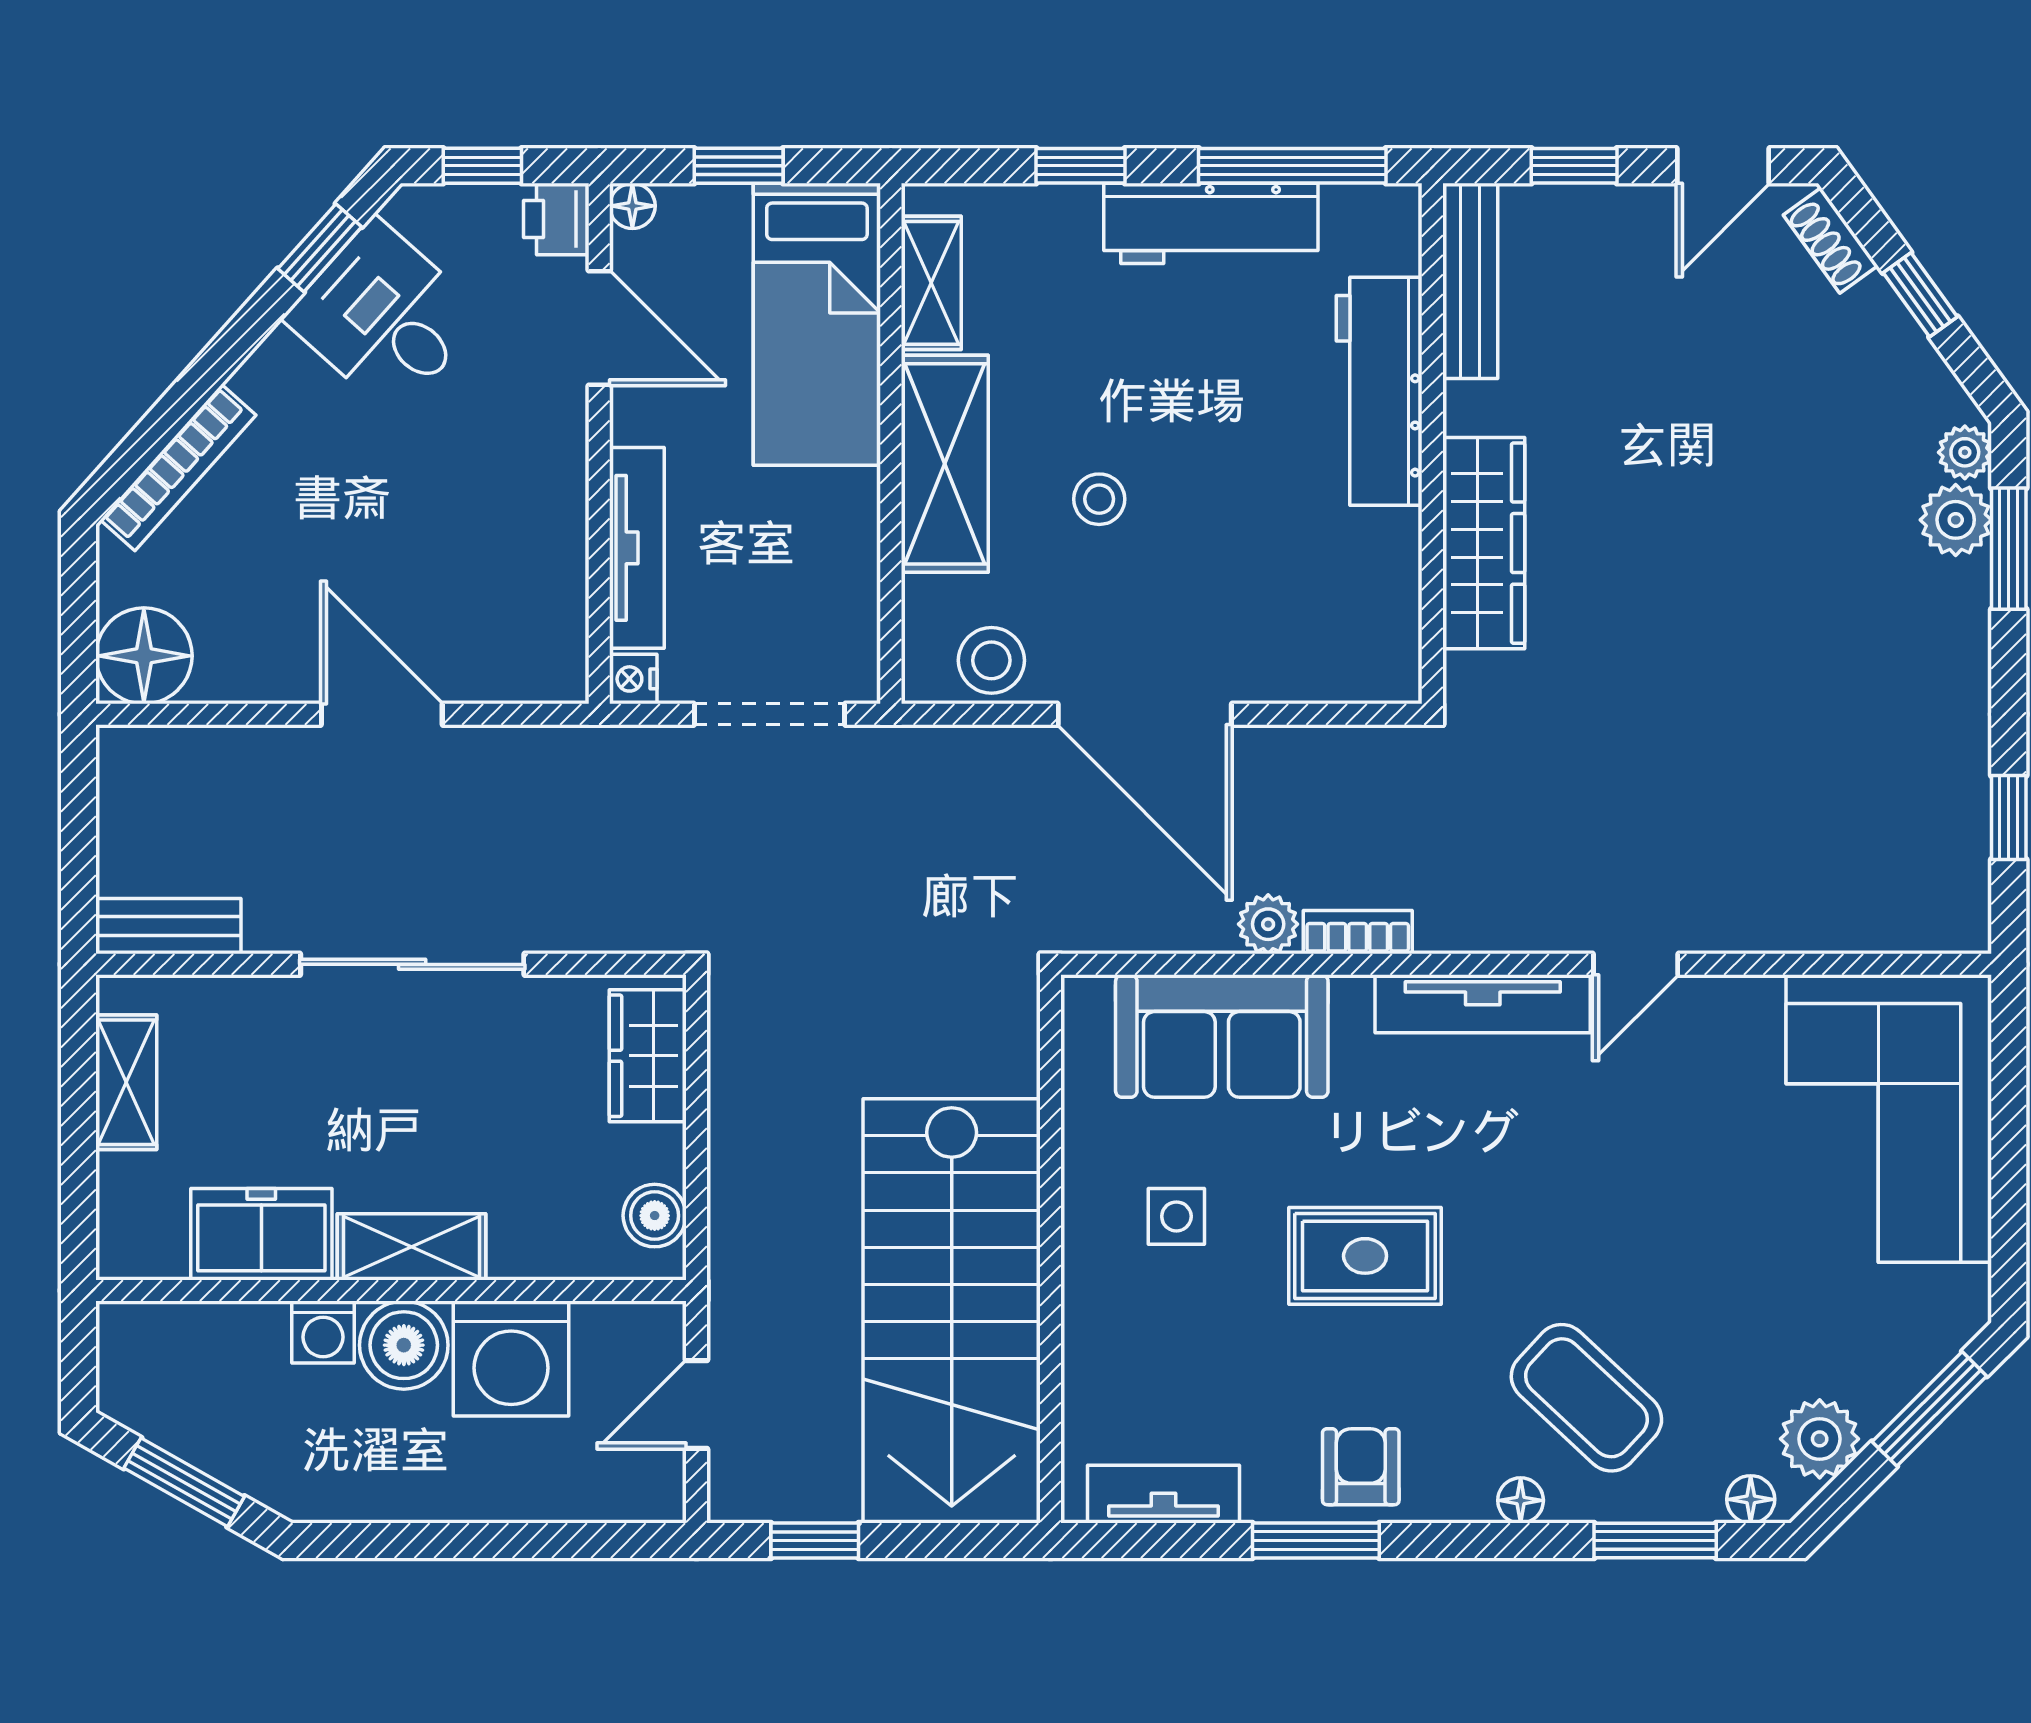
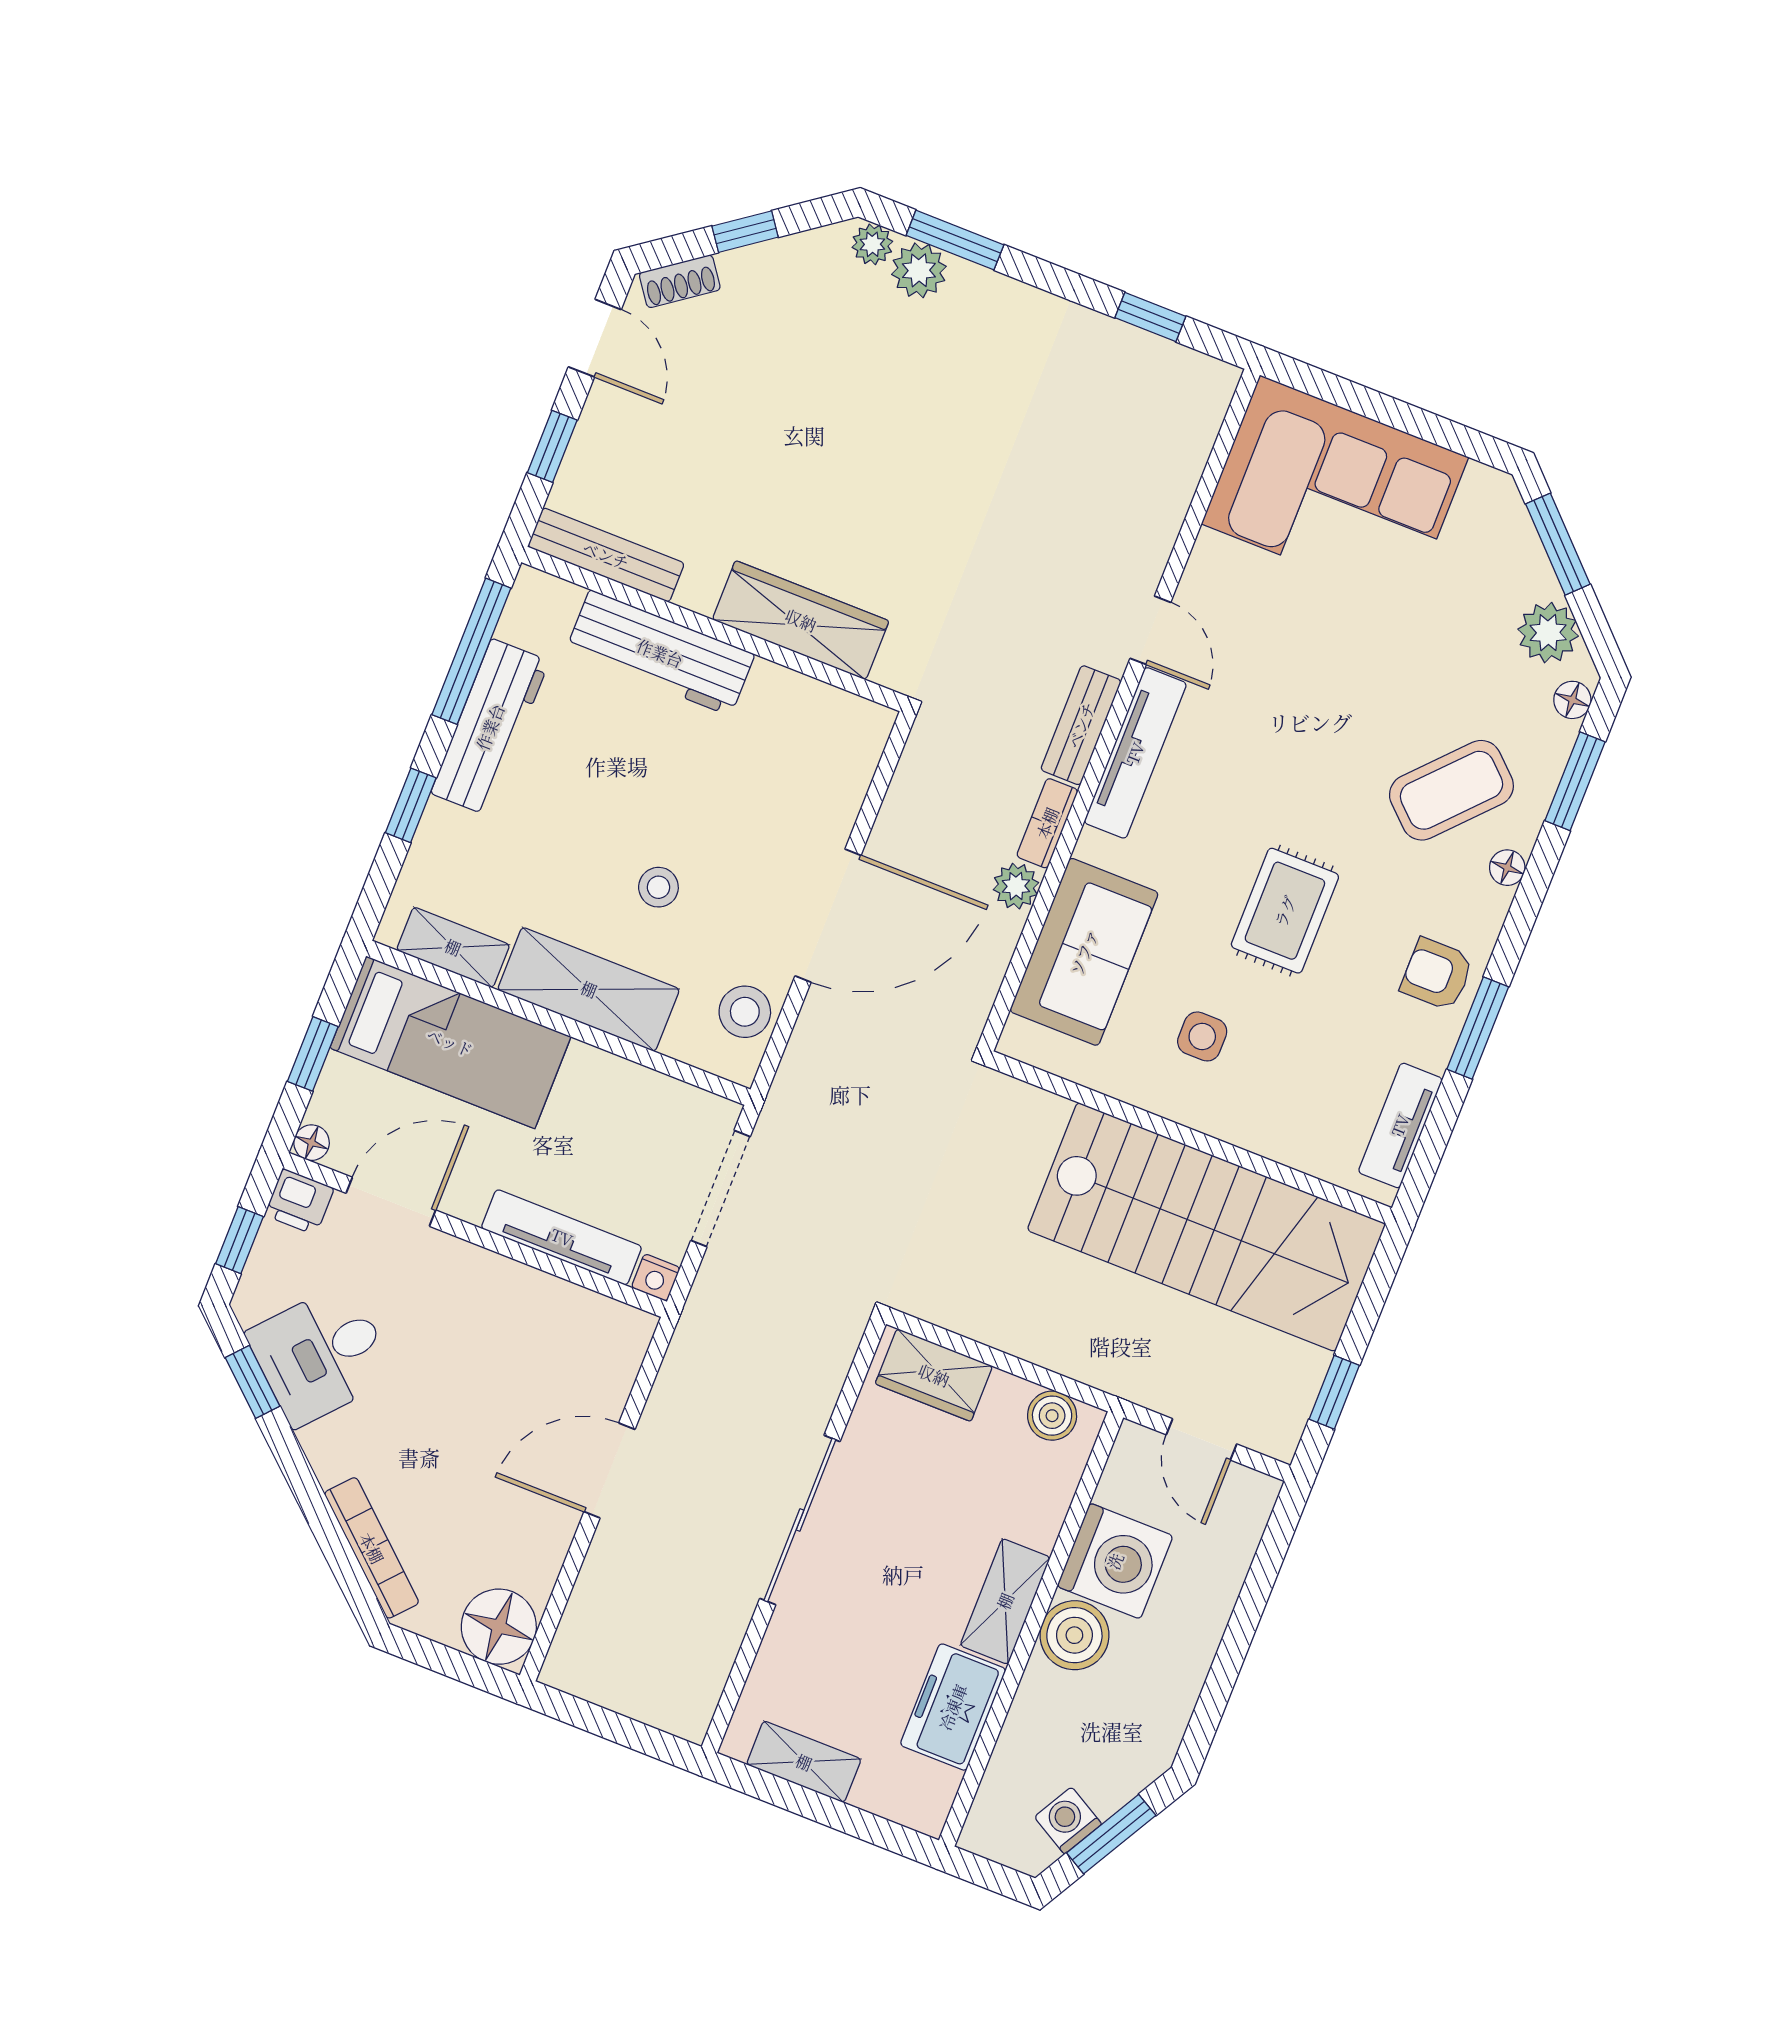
bench: (168, 926) -> (1081, 725), moved
washing machine: (323, 1332) -> (1068, 1820), moved, turned -151

